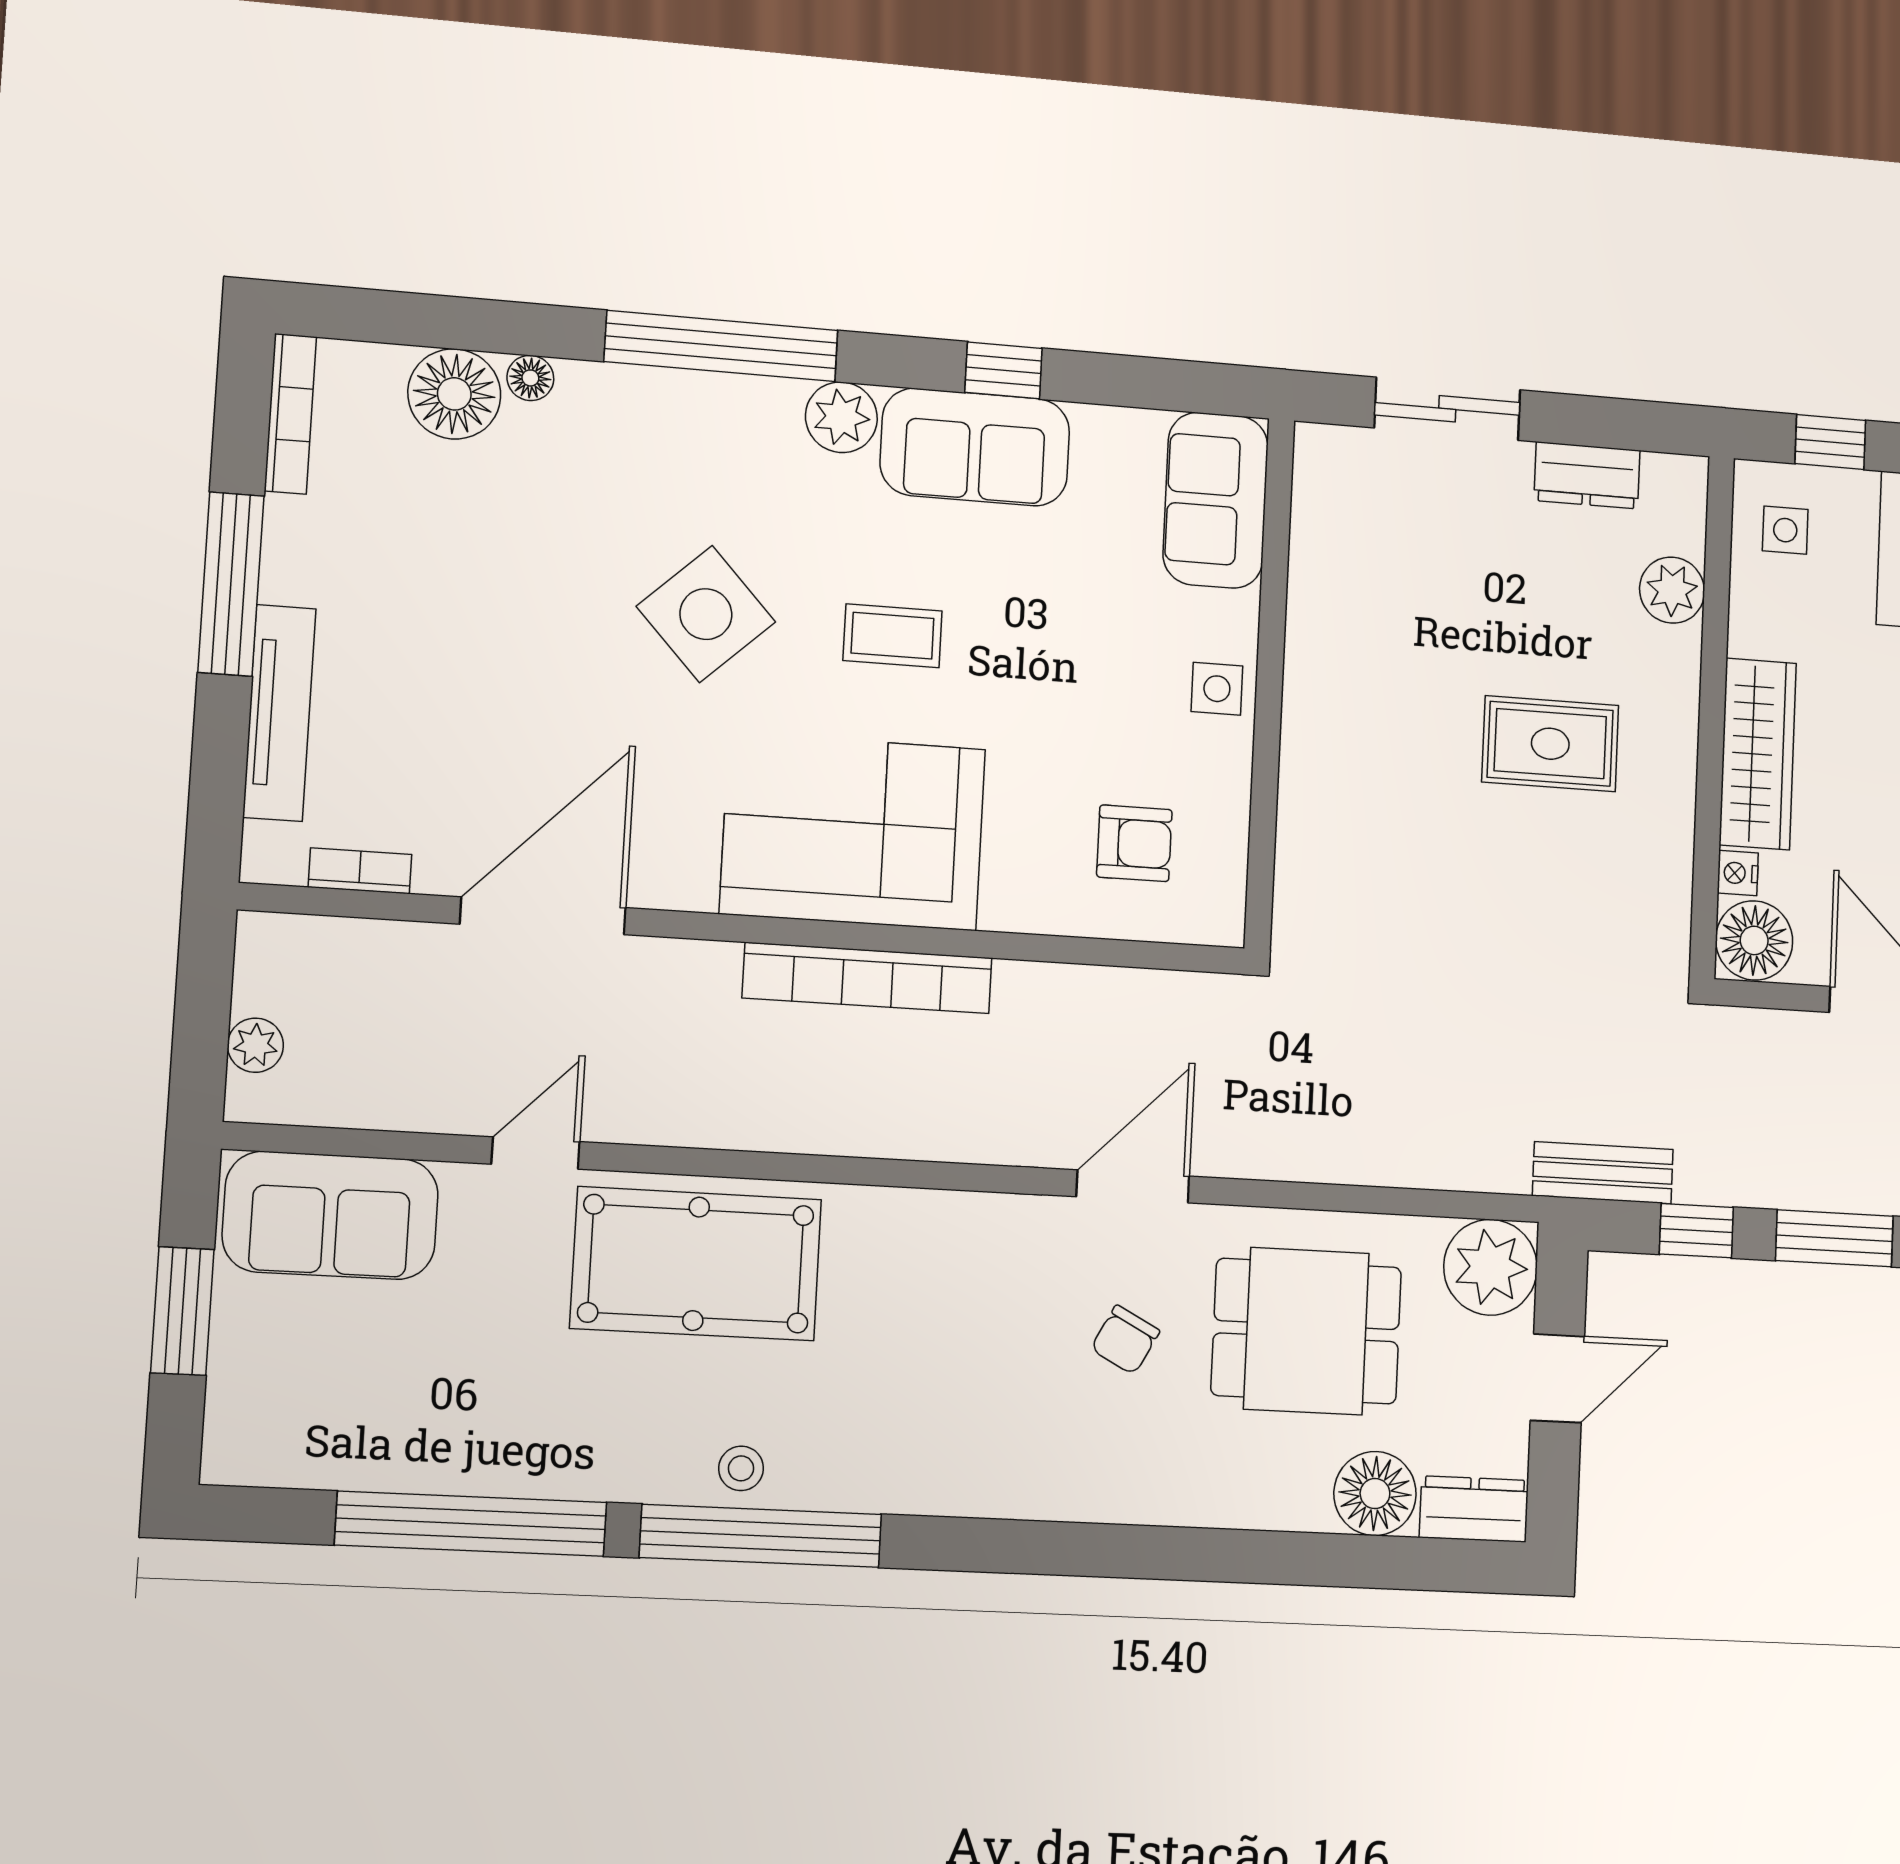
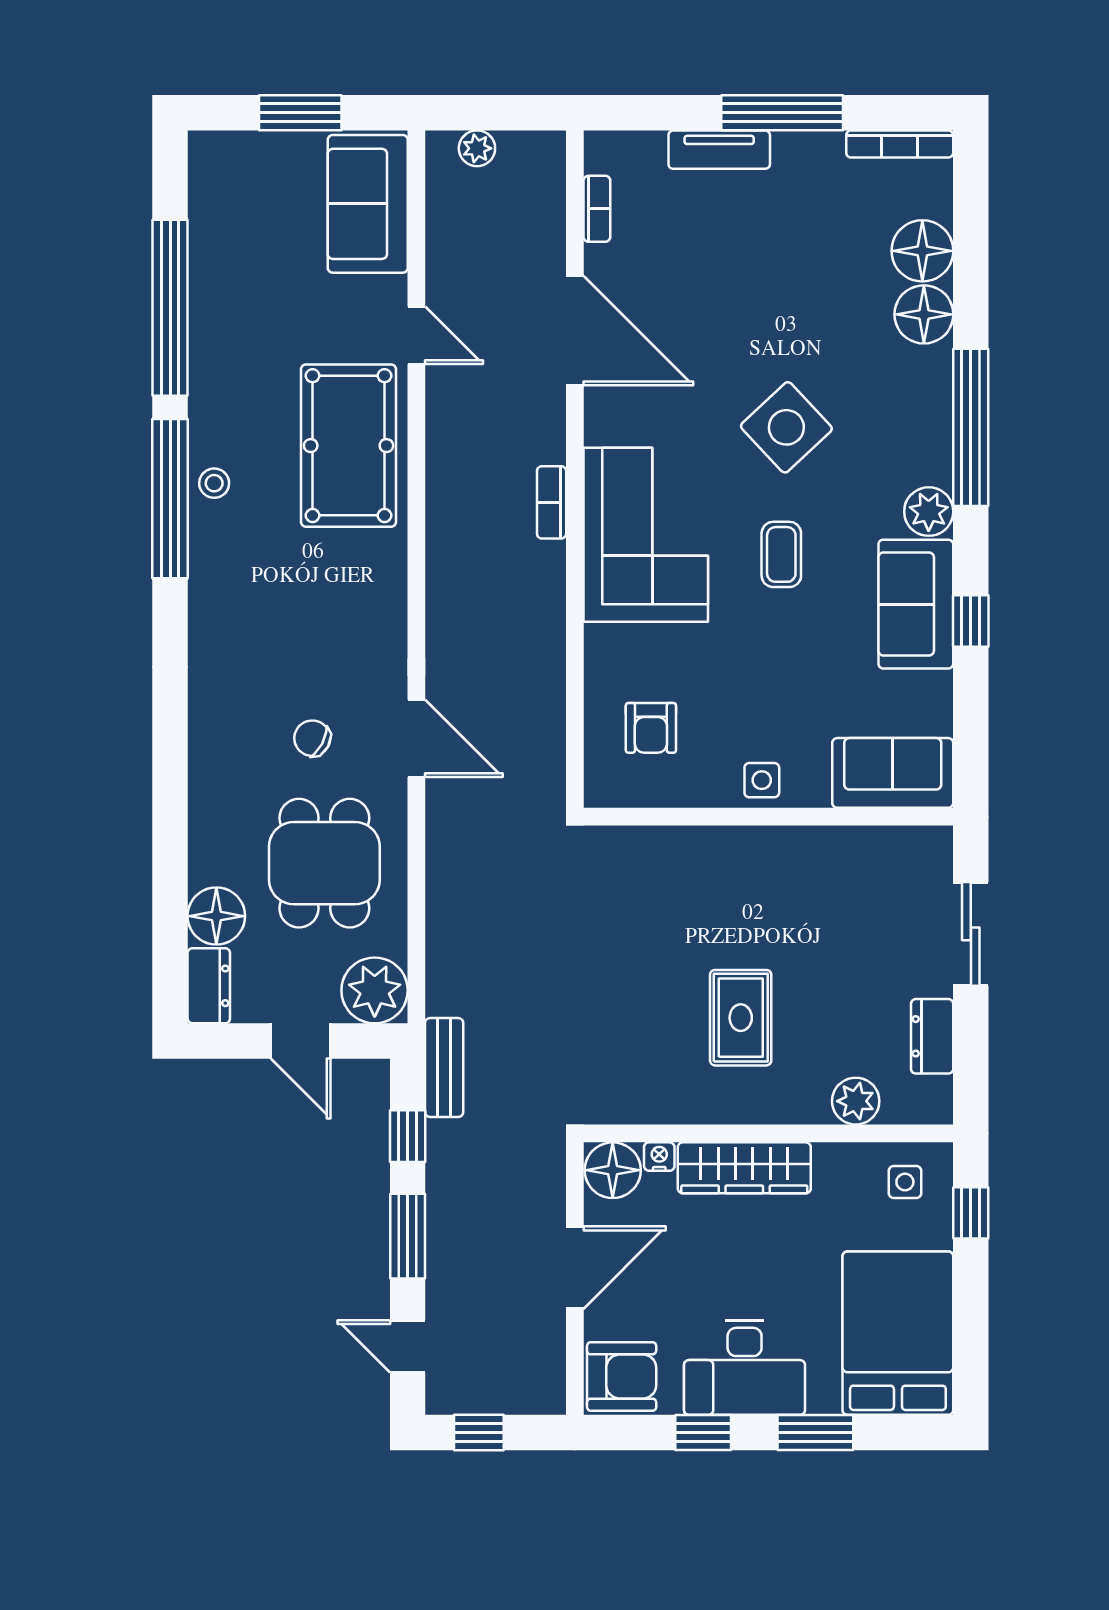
floor lamp: (530, 378) -> (924, 314), width x1.89, depth x1.89
tv unit: (279, 713) -> (719, 150), width x0.71
bookcase: (867, 978) -> (552, 502), width x0.43, depth x0.76

